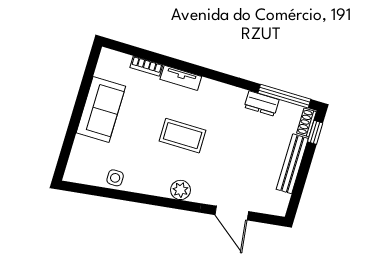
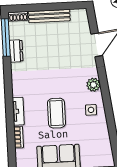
window: (315, 132) -> (23, 8), removed
coffee table: (183, 136) -> (57, 113), moved
side table: (115, 178) -> (91, 110), moved

